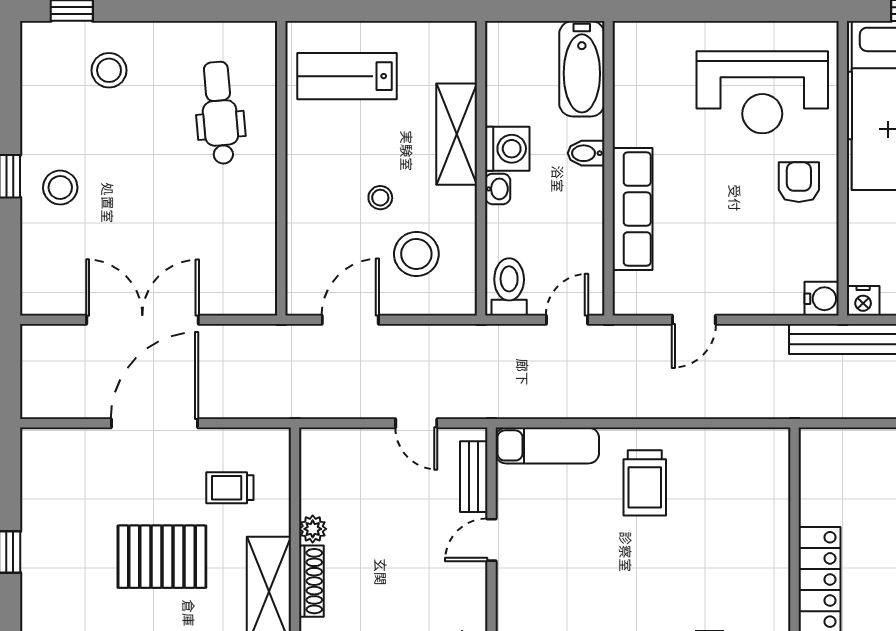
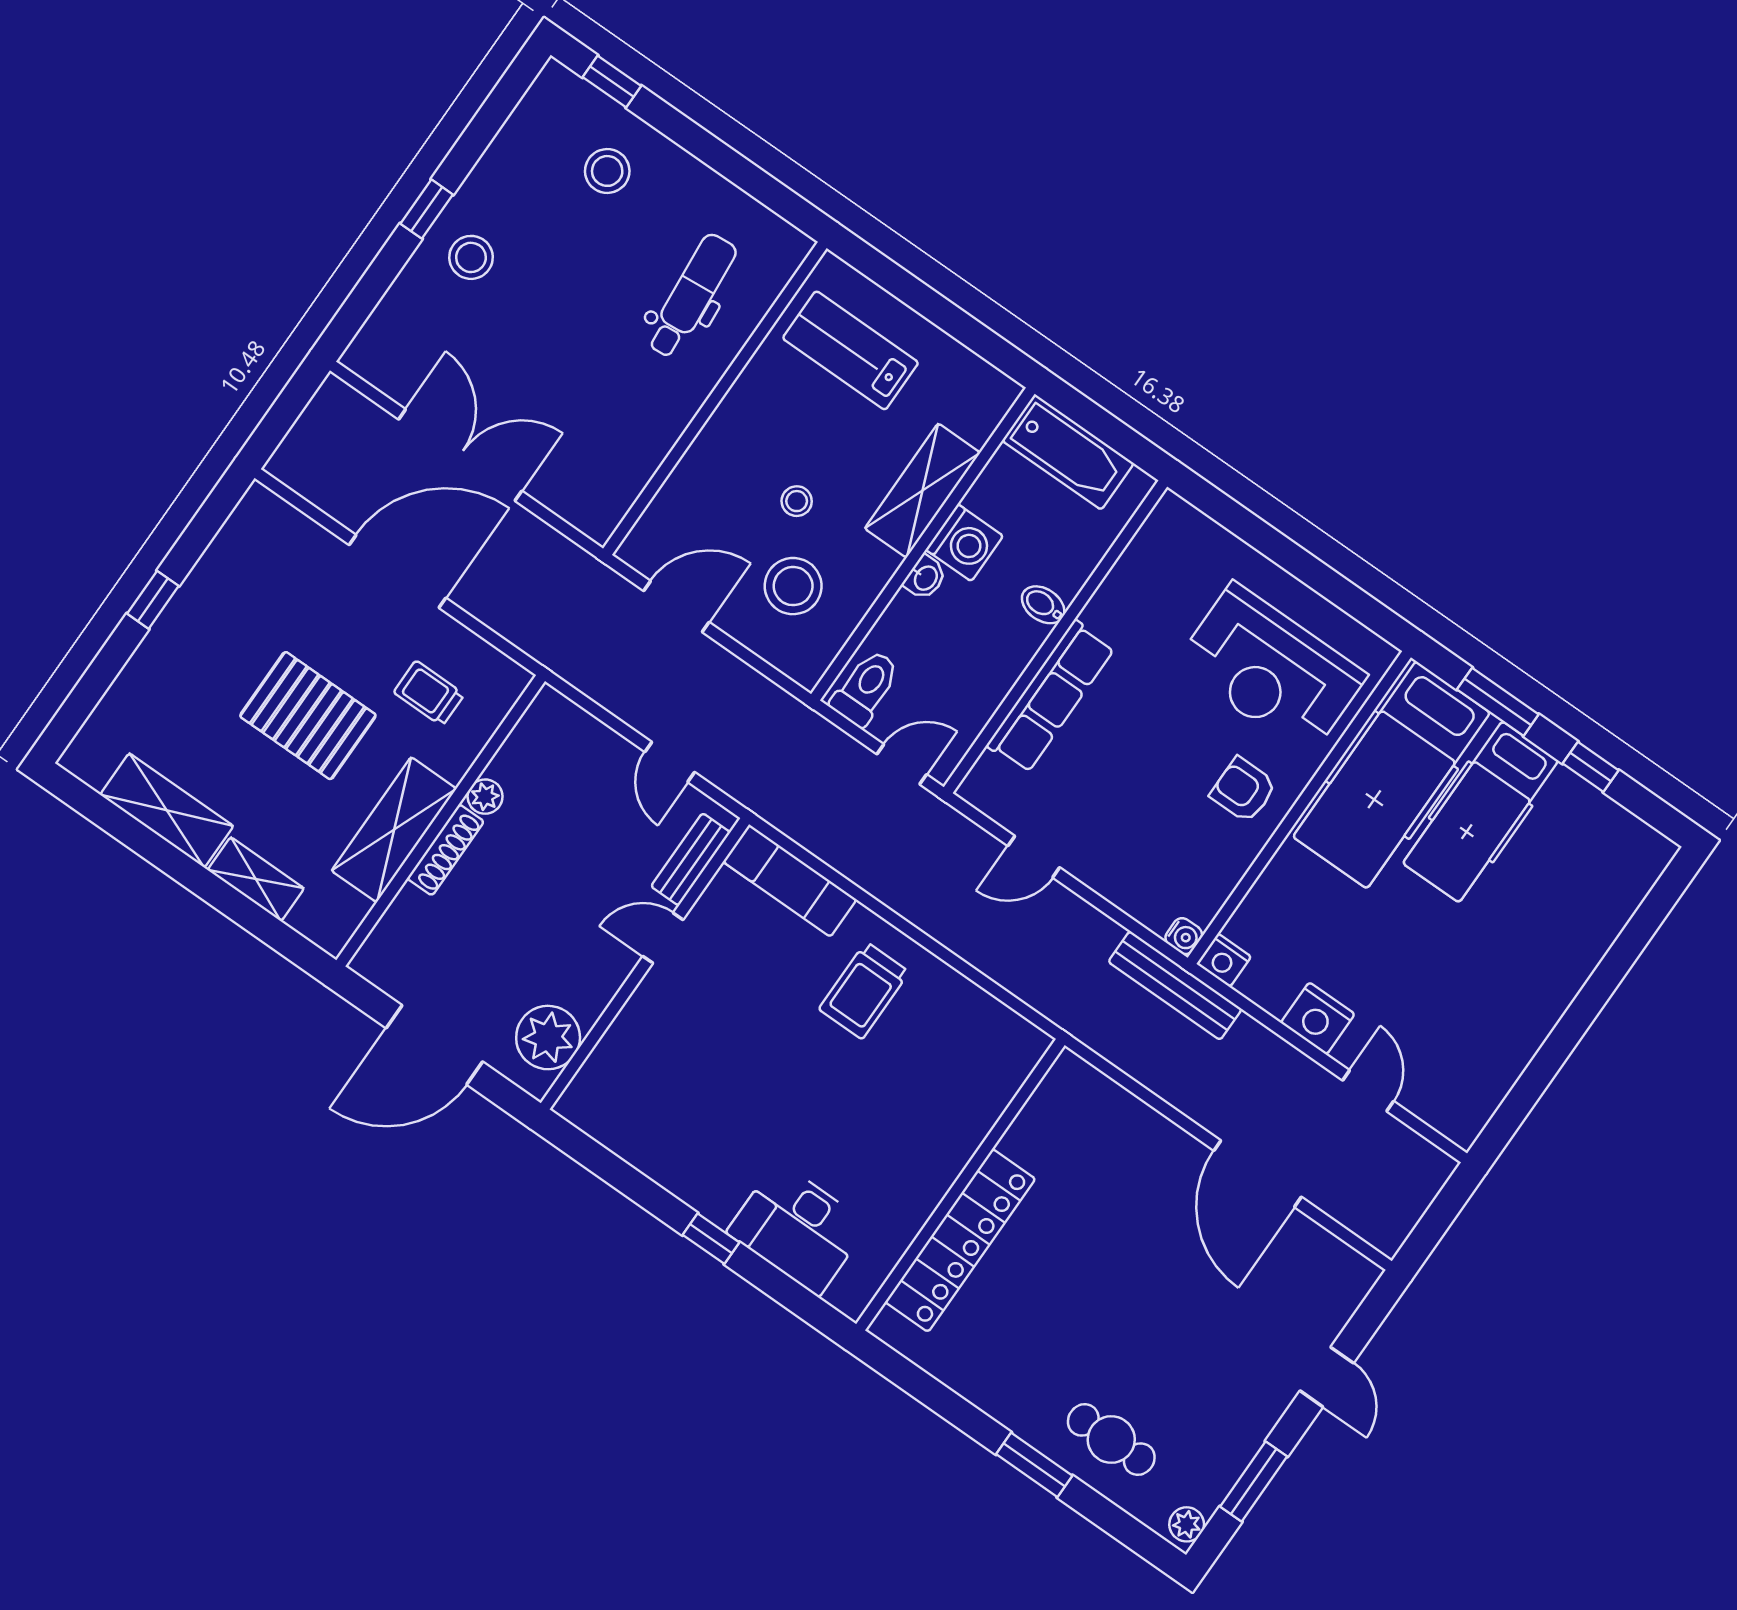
bathtub: (582, 69) -> (1068, 452), moved, turned -90
armchair: (799, 182) -> (1243, 790), turned -90
water cooler: (822, 299) -> (1184, 936), width x0.72, depth x0.72

